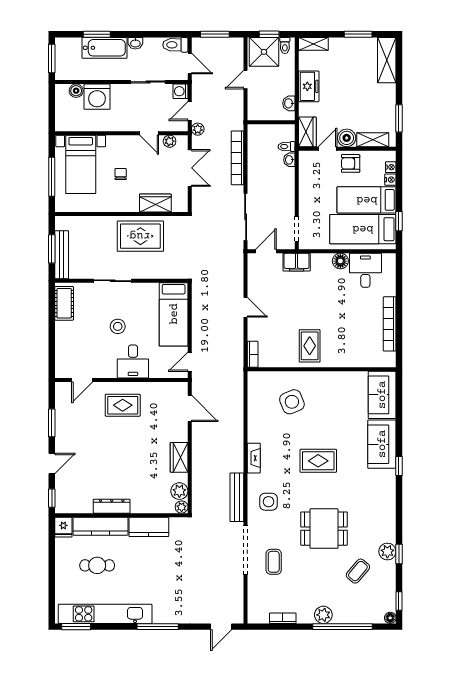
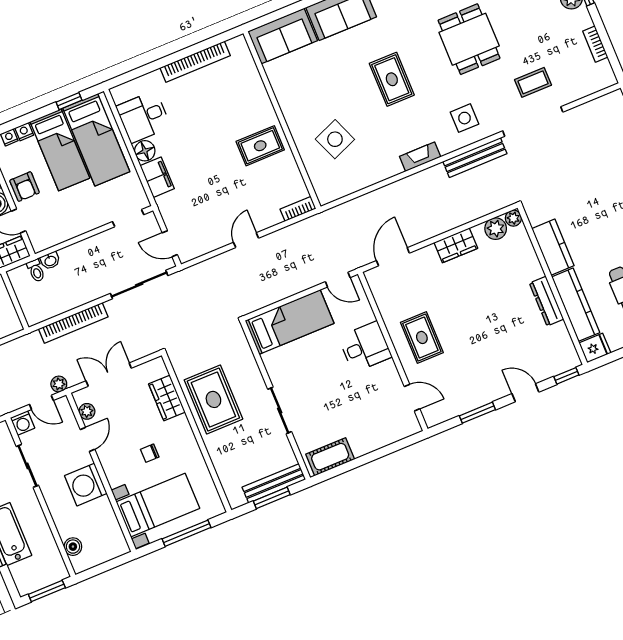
washing machine: (97, 97) -> (86, 485), moved, turned 180
filing cabinet: (297, 262) -> (157, 177), moved
stool: (118, 326) -> (331, 382), removed

